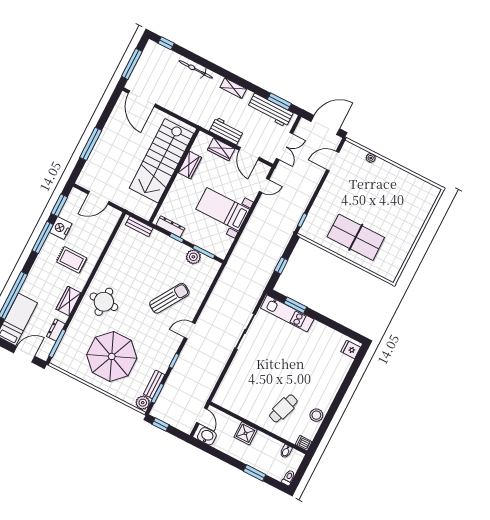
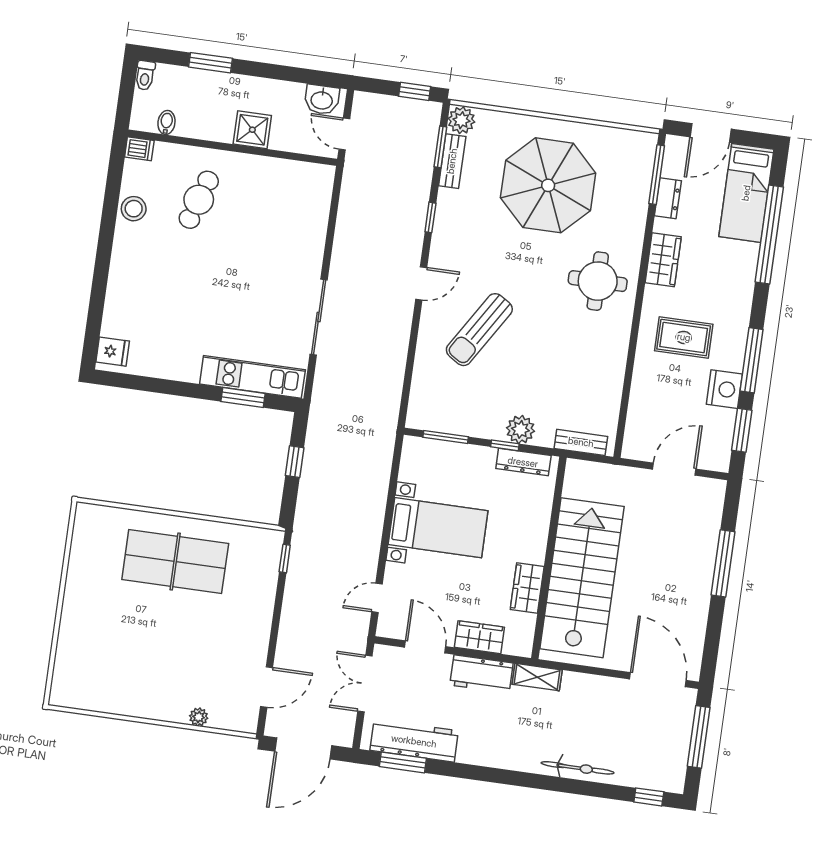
shelving: (233, 88) -> (537, 677), moved
plant: (193, 257) -> (520, 429), moved

